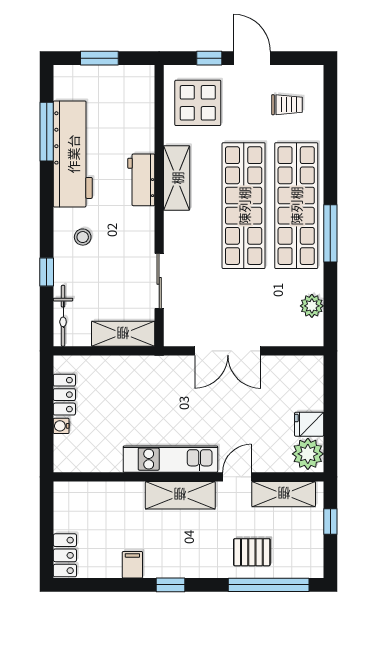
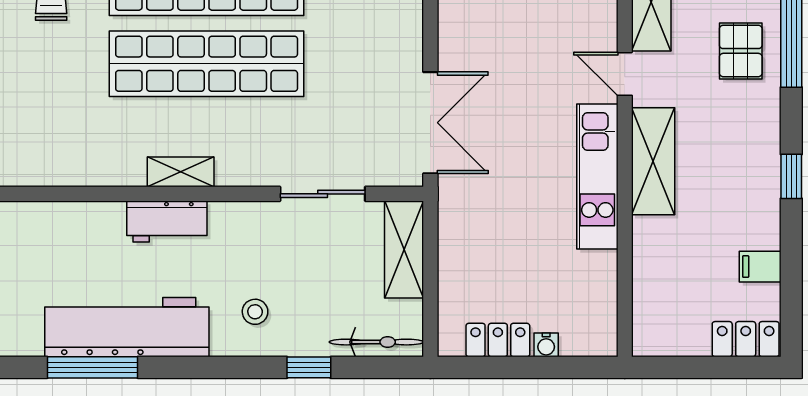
display table: (198, 103) -> (48, 134), removed
shelving: (177, 178) -> (181, 172), width x0.67, depth x0.75
double door: (228, 351) -> (430, 123), moved
filing cabinet: (132, 565) -> (760, 267), moved

